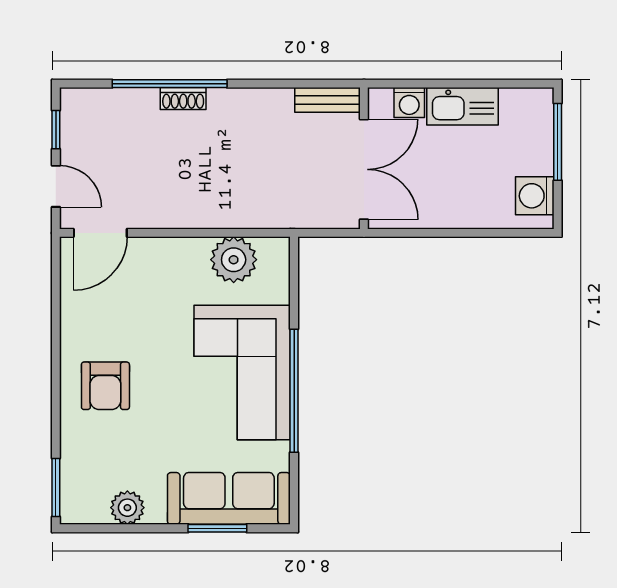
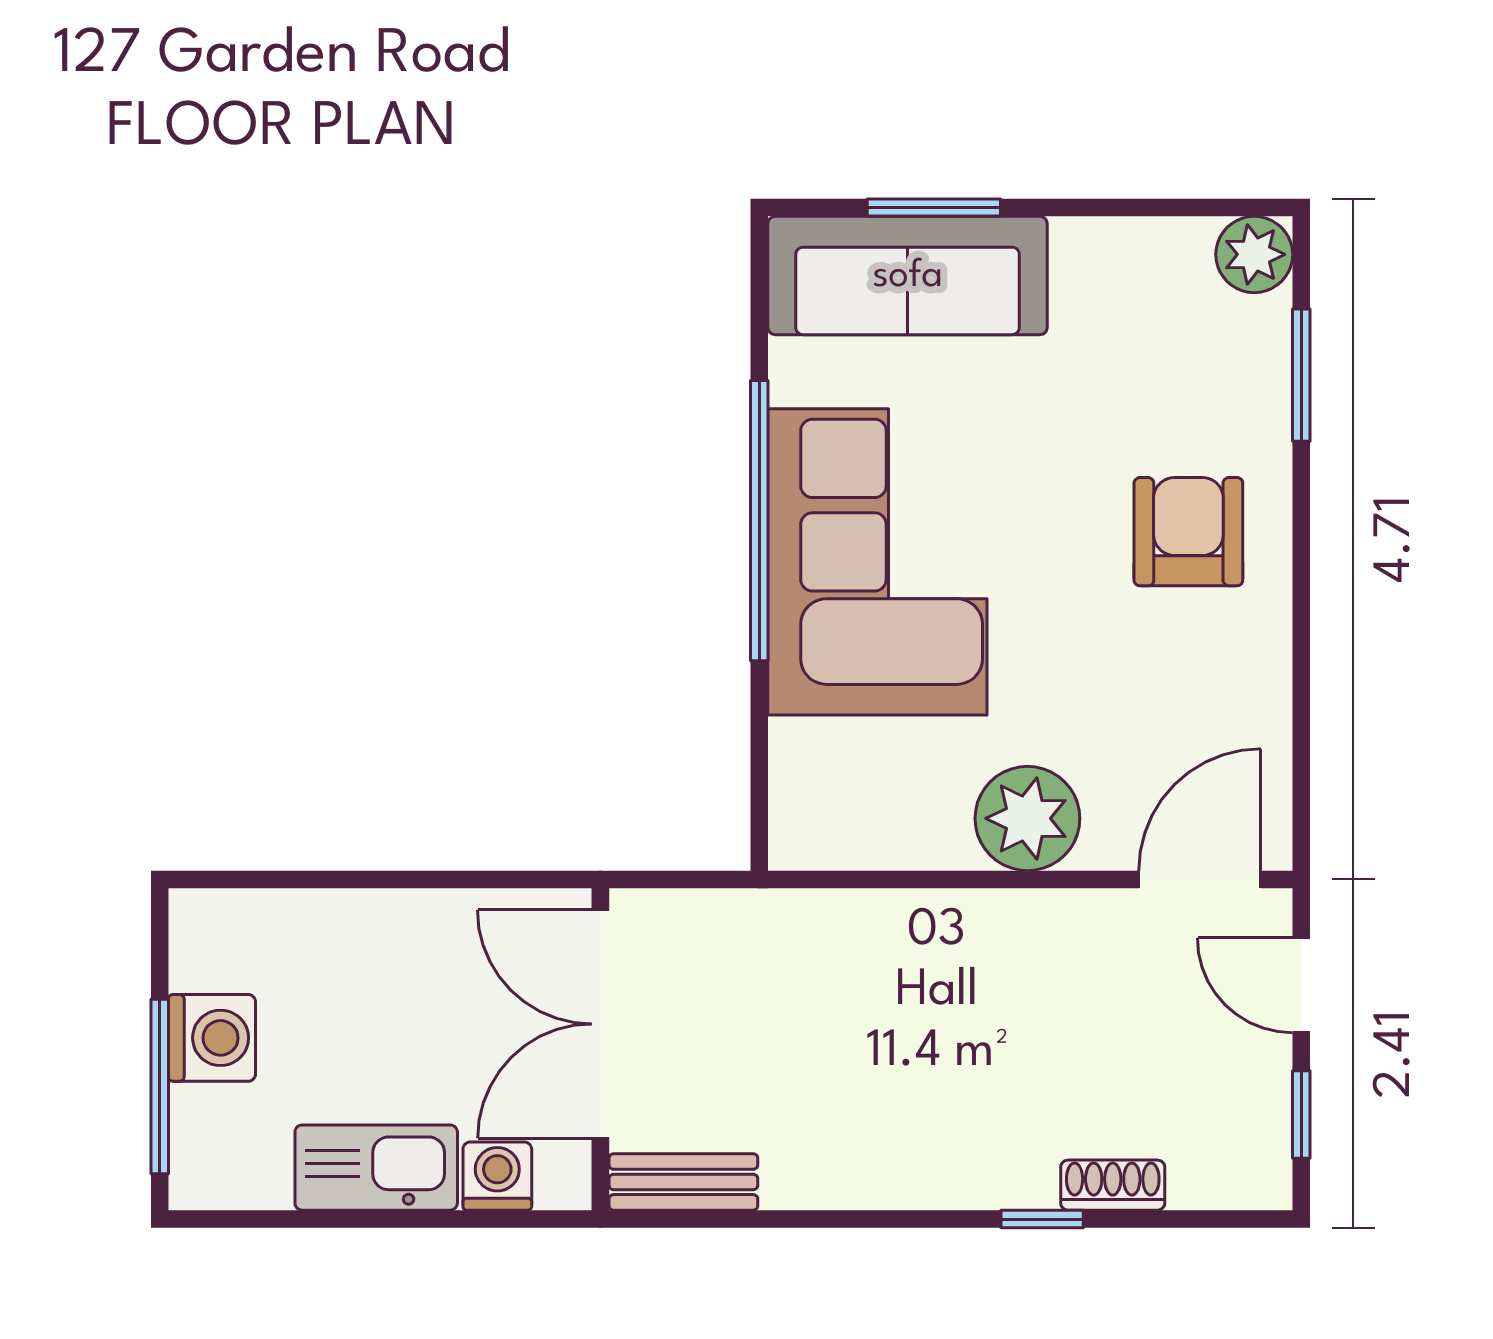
window: (170, 84) -> (1042, 1219), width x0.32
shoe rack: (183, 99) -> (1113, 1185), moved
washing machine: (535, 196) -> (212, 1038), moved
plant: (234, 260) -> (1027, 818), moved
window: (56, 487) -> (1301, 375), moved
plant: (127, 508) -> (1254, 254), moved

